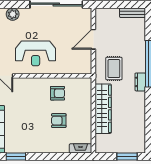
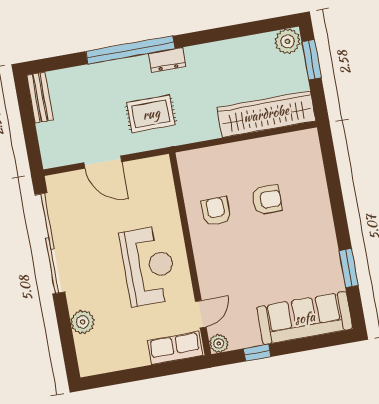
wardrobe: (103, 109) -> (266, 114), moved
armchair: (59, 121) -> (267, 200), turned -90
plant: (139, 146) -> (287, 41), added
fireplace: (81, 148) -> (312, 150), removed

